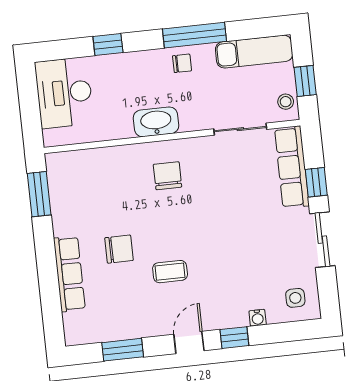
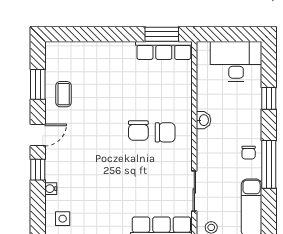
washbasin: (156, 122) -> (203, 120), width x0.52, depth x0.69
chair: (119, 249) -> (138, 131), moved
coffee table: (170, 272) -> (64, 94), moved
row of seats: (69, 274) -> (164, 50), moved
door: (189, 343) -> (38, 135), hinge flipped

